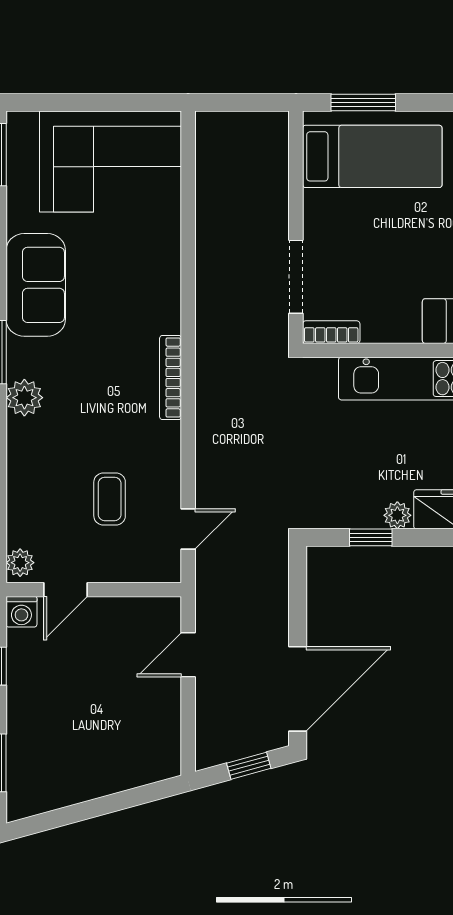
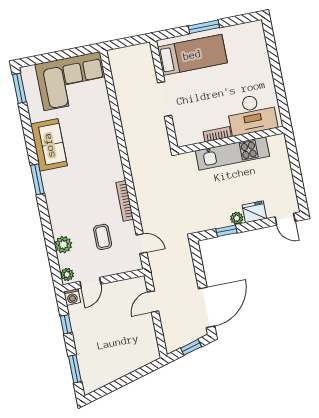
window: (363, 102) -> (204, 27), moved
doorway: (296, 277) -> (165, 99), moved
bookcase: (331, 332) -> (217, 134), moved
bookcase: (171, 378) -> (125, 201), moved
plant: (24, 398) -> (63, 245), moved
door: (188, 529) -> (141, 244), hinge flipped

